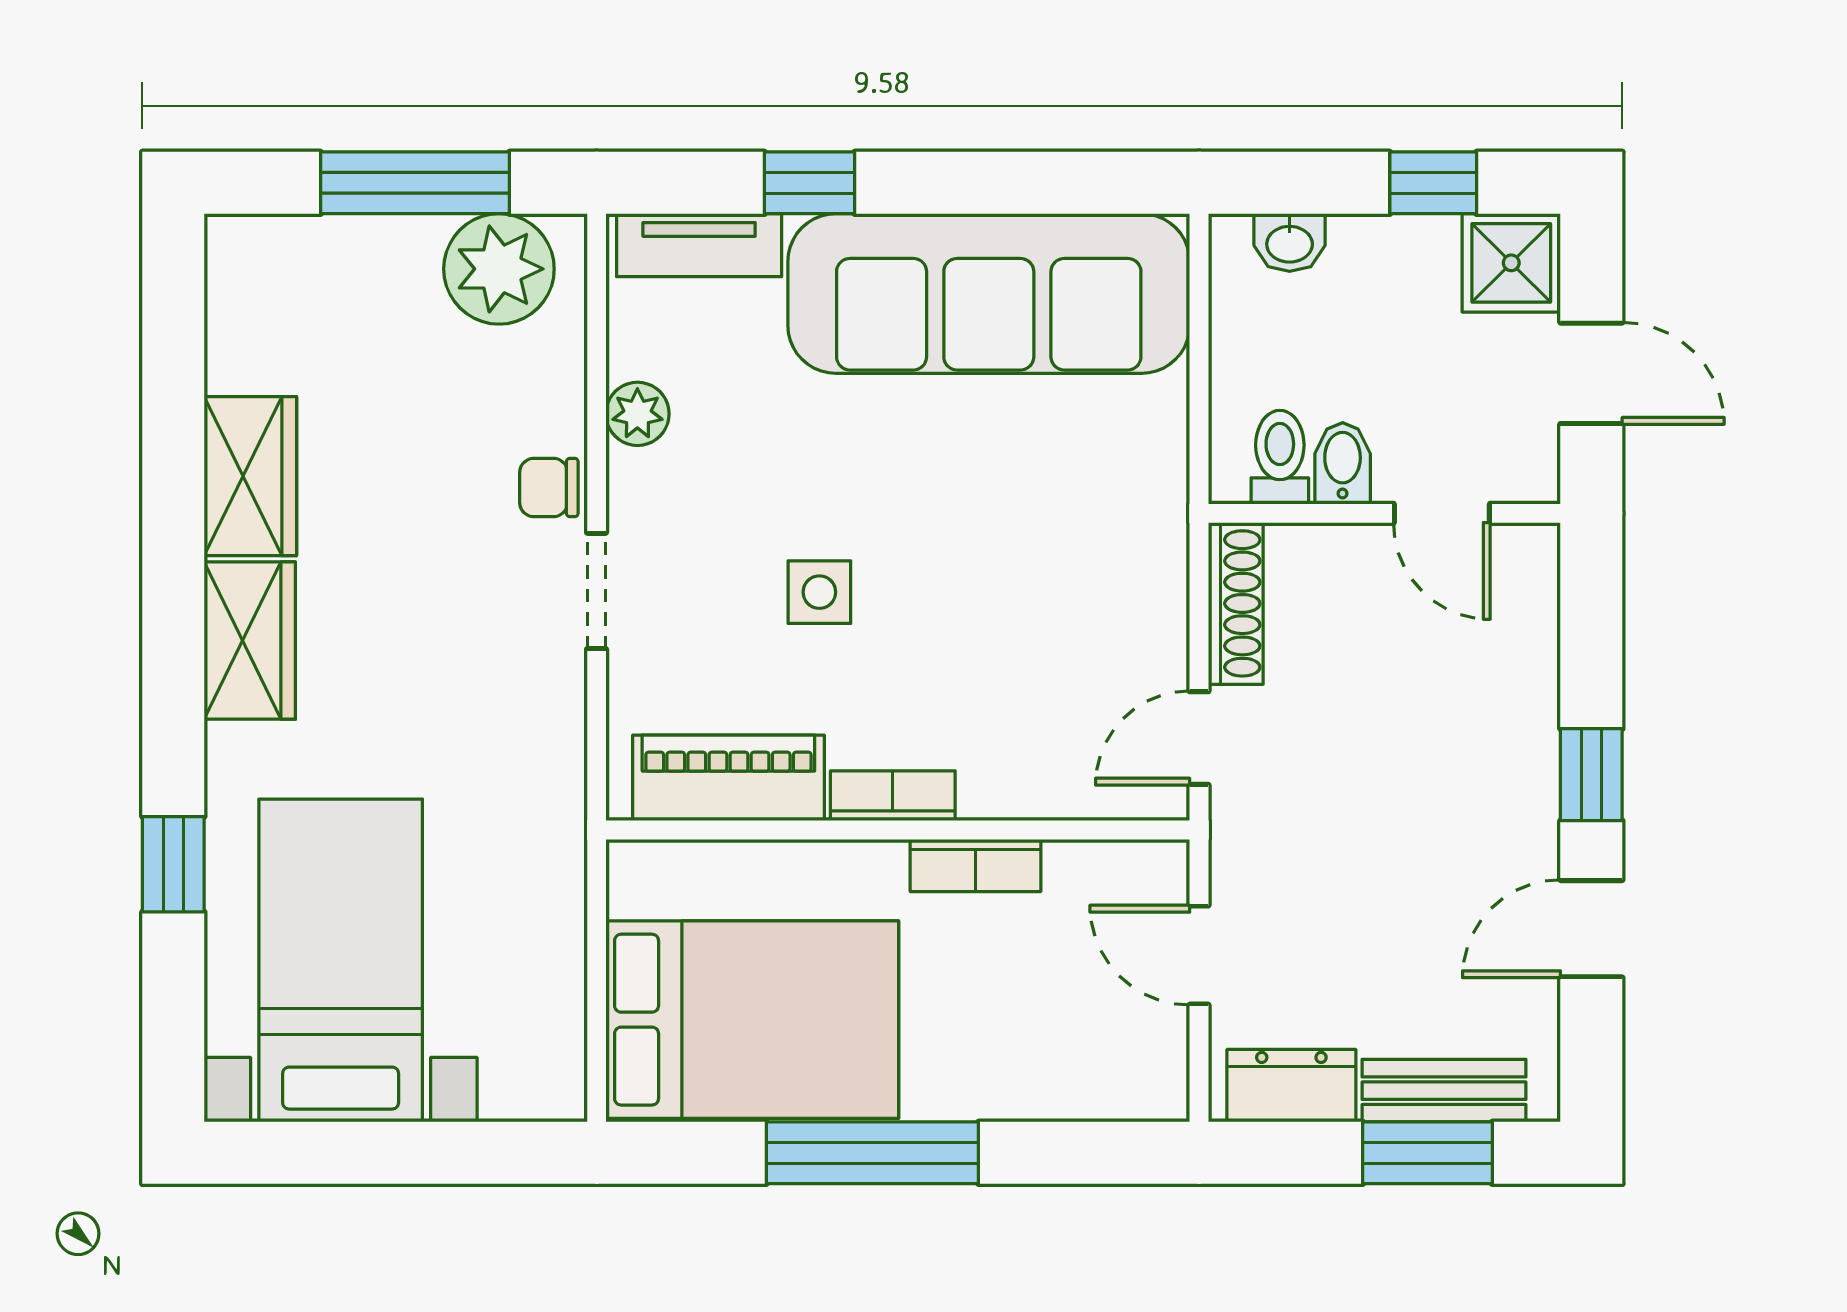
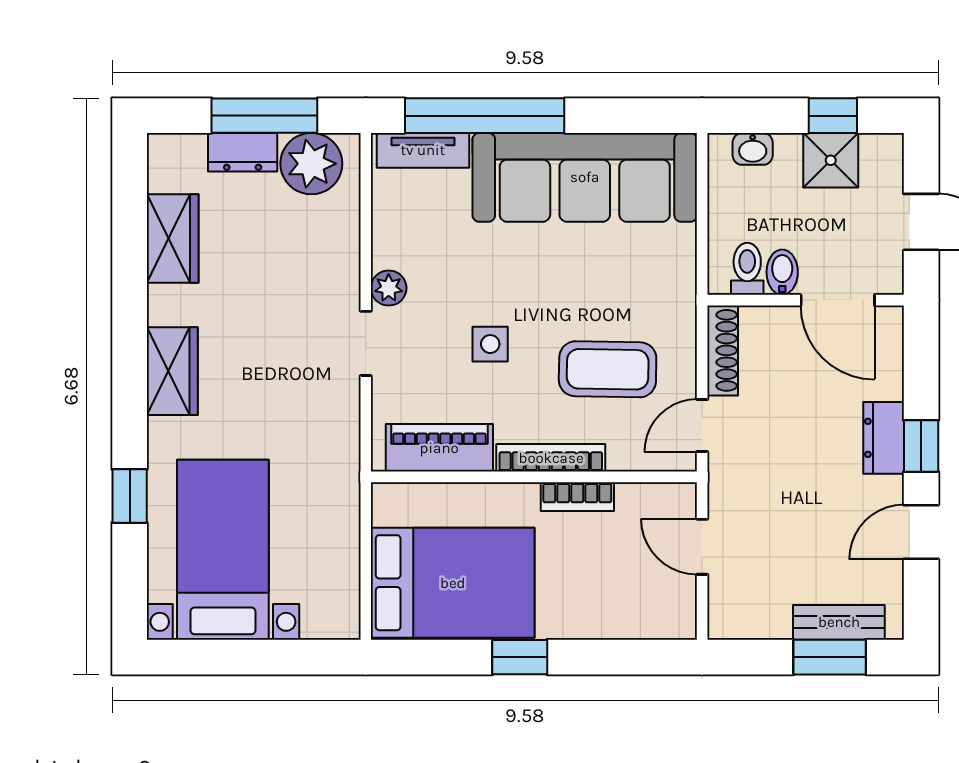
window: (810, 183) -> (485, 116), width x3.17
dresser: (376, 248) -> (243, 152), added
shower: (1511, 263) -> (831, 160), moved
plant: (637, 414) -> (389, 288), moved
wardrobe: (250, 476) -> (173, 239), moved
chair: (549, 488) -> (339, 286), removed
door: (1442, 513) -> (838, 300), width x1.38
coffee table: (1030, 637) -> (608, 369), added
bookcase: (893, 796) -> (551, 458), width x1.56
dresser: (1291, 1086) -> (884, 438), moved, turned -90
window: (872, 1153) -> (520, 657), width x0.46

